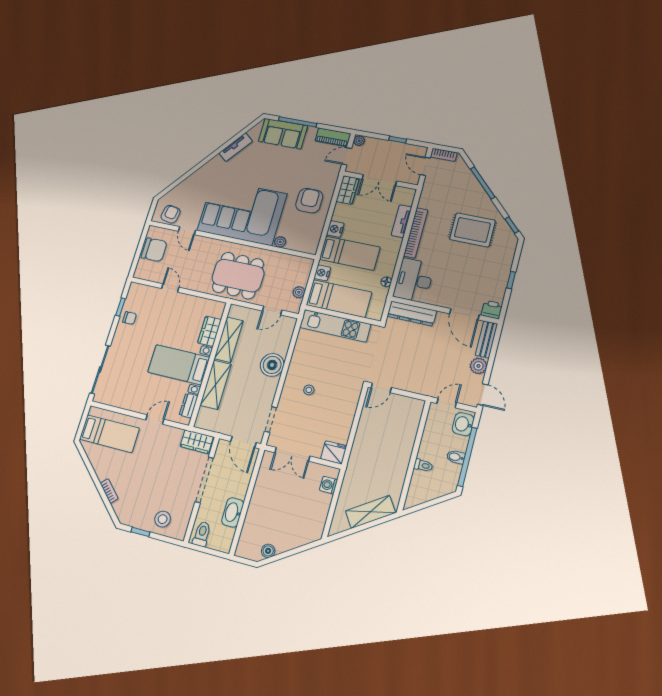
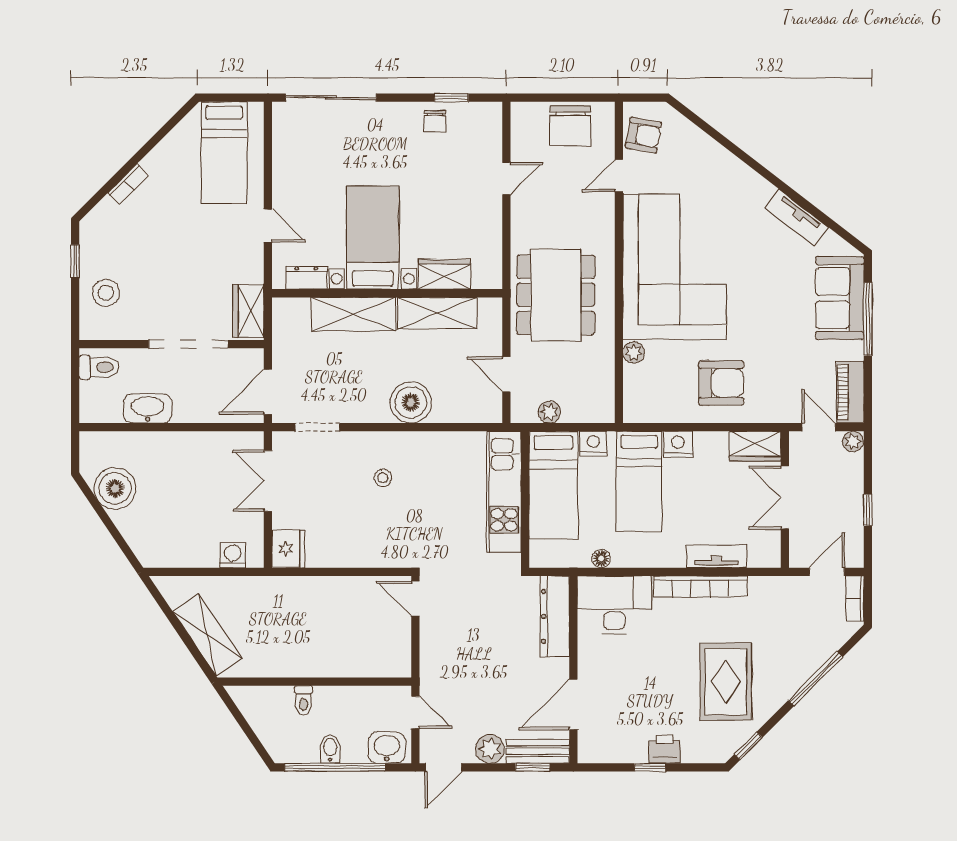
printer: (492, 310) -> (665, 749), moved, turned -90
window: (495, 344) -> (533, 767), added
boiler: (268, 551) -> (115, 488), width x1.86, depth x1.86

